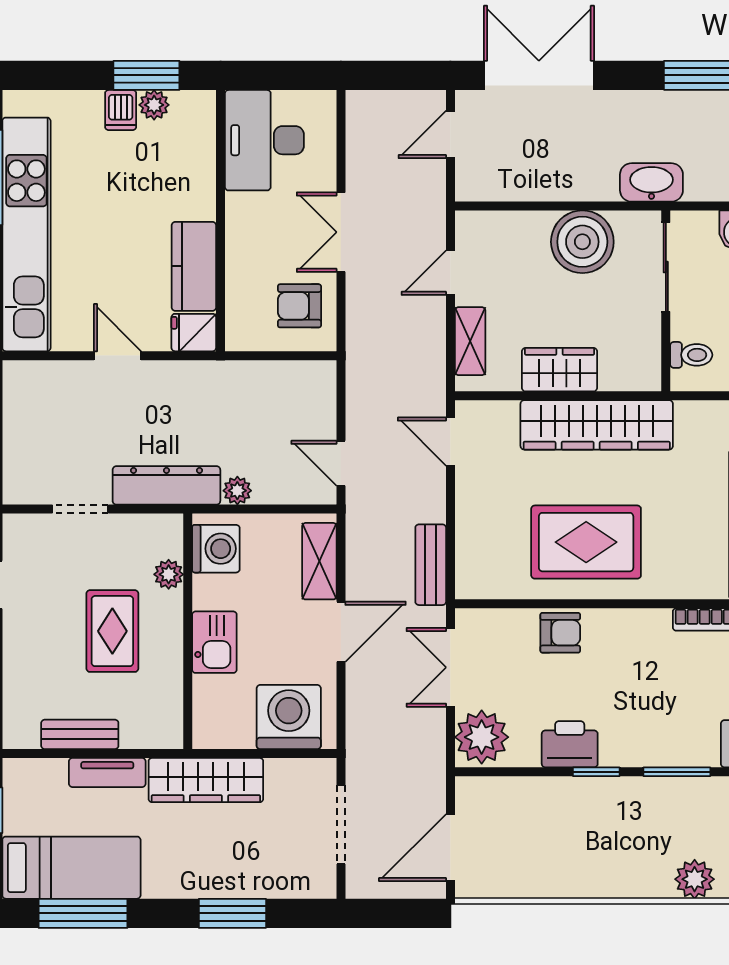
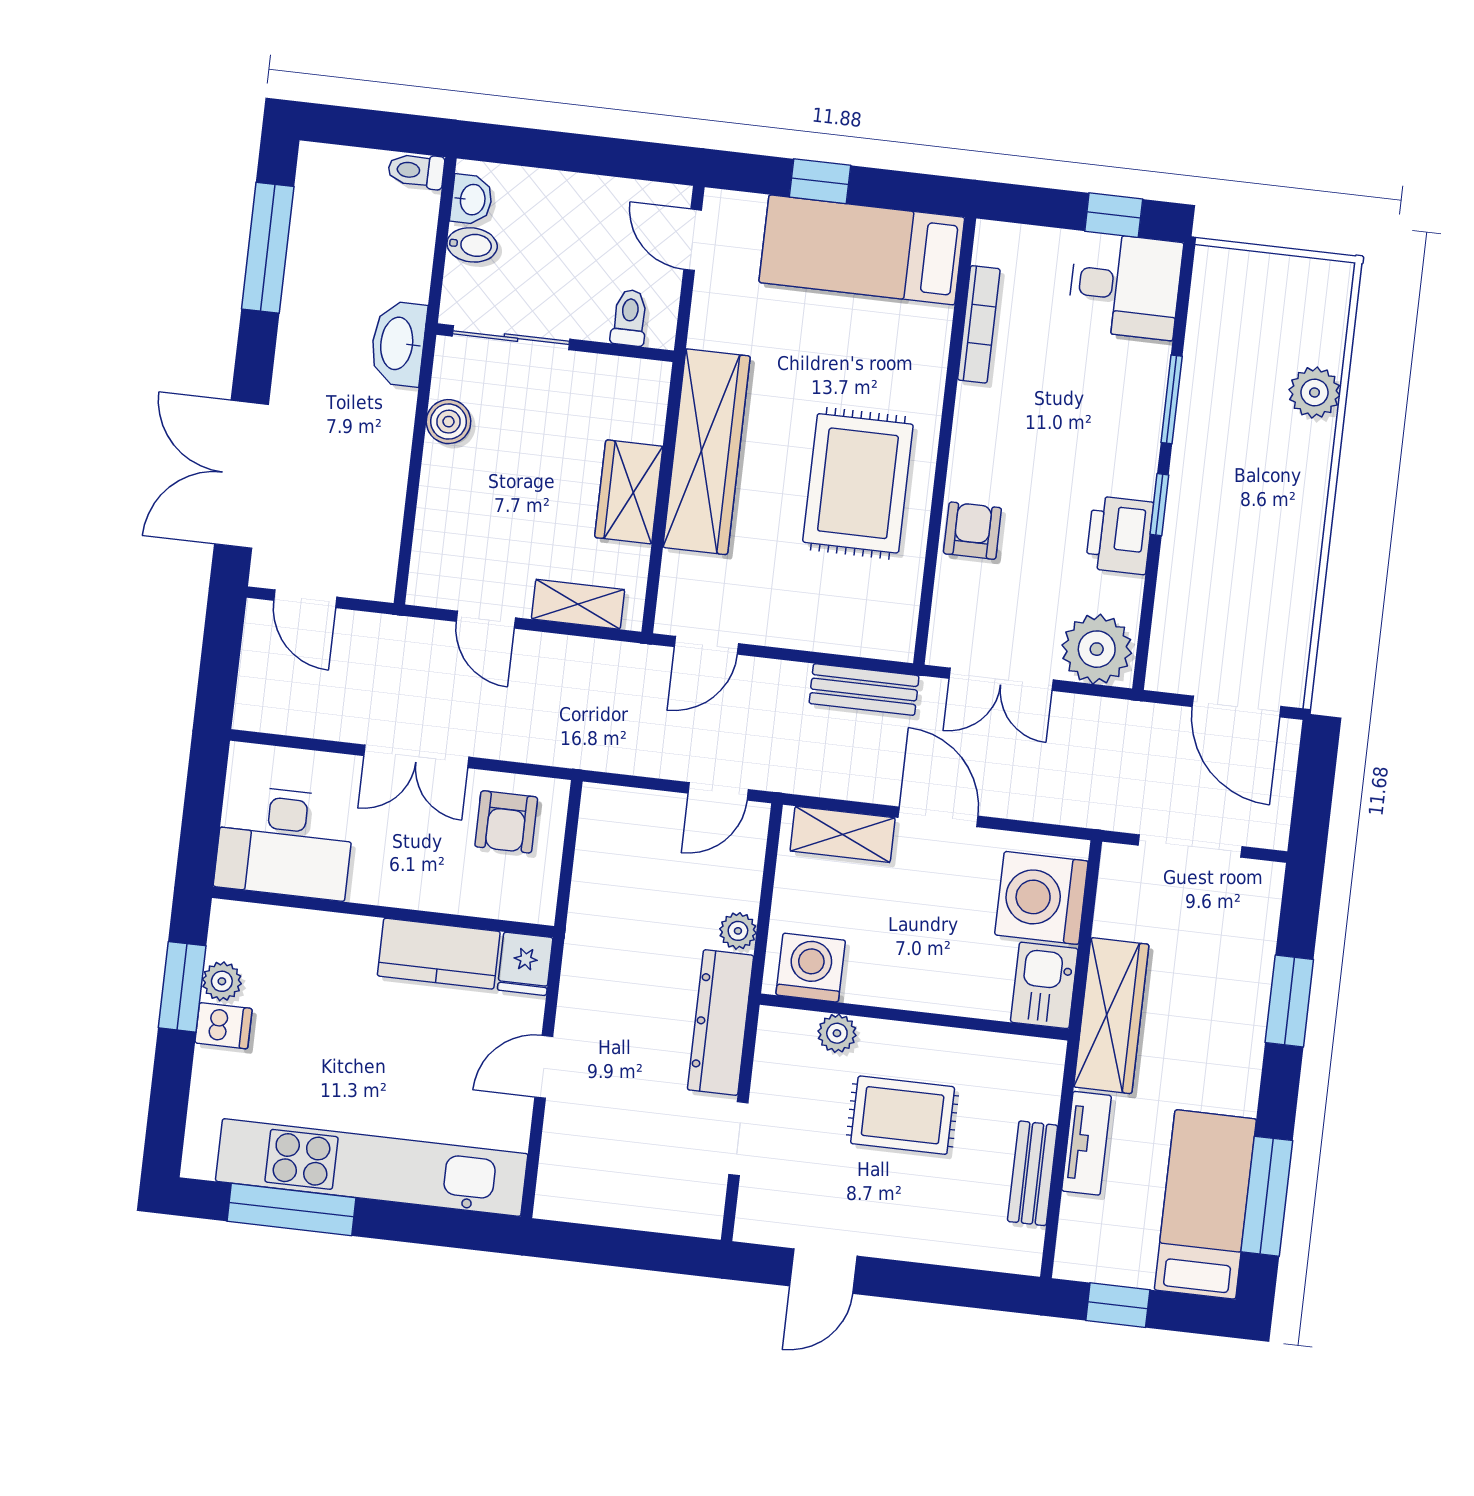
boiler: (582, 242) -> (449, 422), width x0.54, depth x0.54
kitchen sink: (214, 642) -> (1044, 985), moved, turned -90

